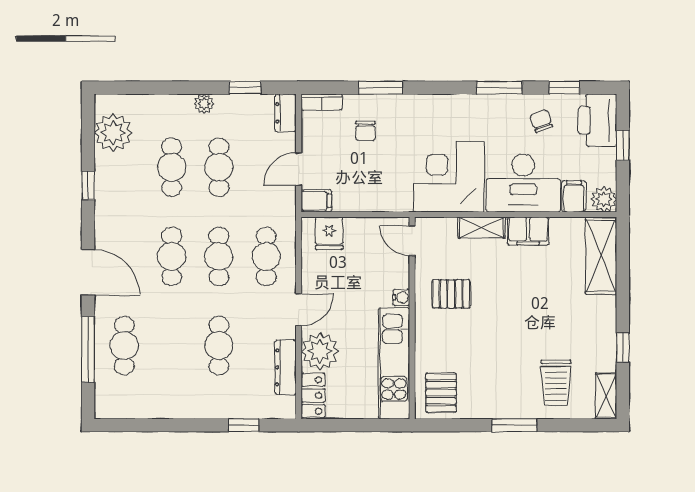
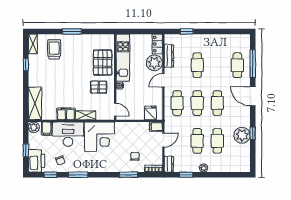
plant: (113, 133) -> (242, 135), moved
pallet: (441, 393) -> (103, 63), moved, width x1.50, depth x1.42

